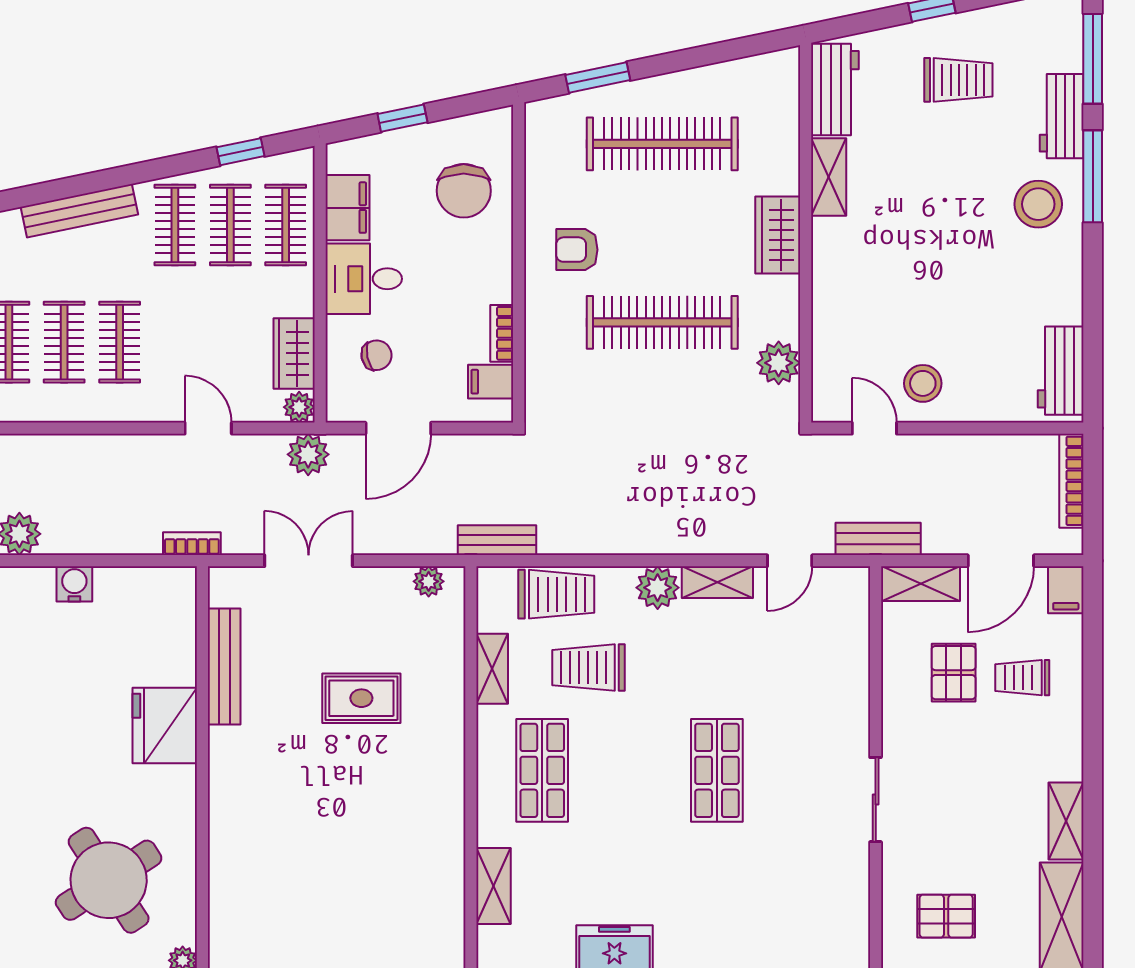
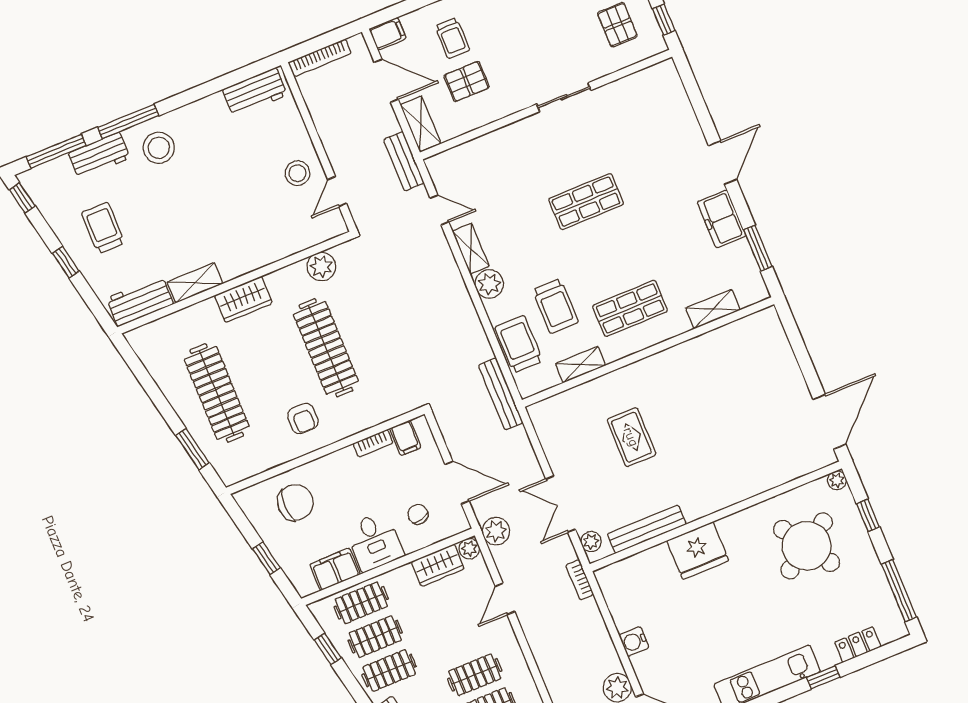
bench: (497, 540) -> (501, 394), width x1.36
plant: (429, 581) -> (591, 542), moved

